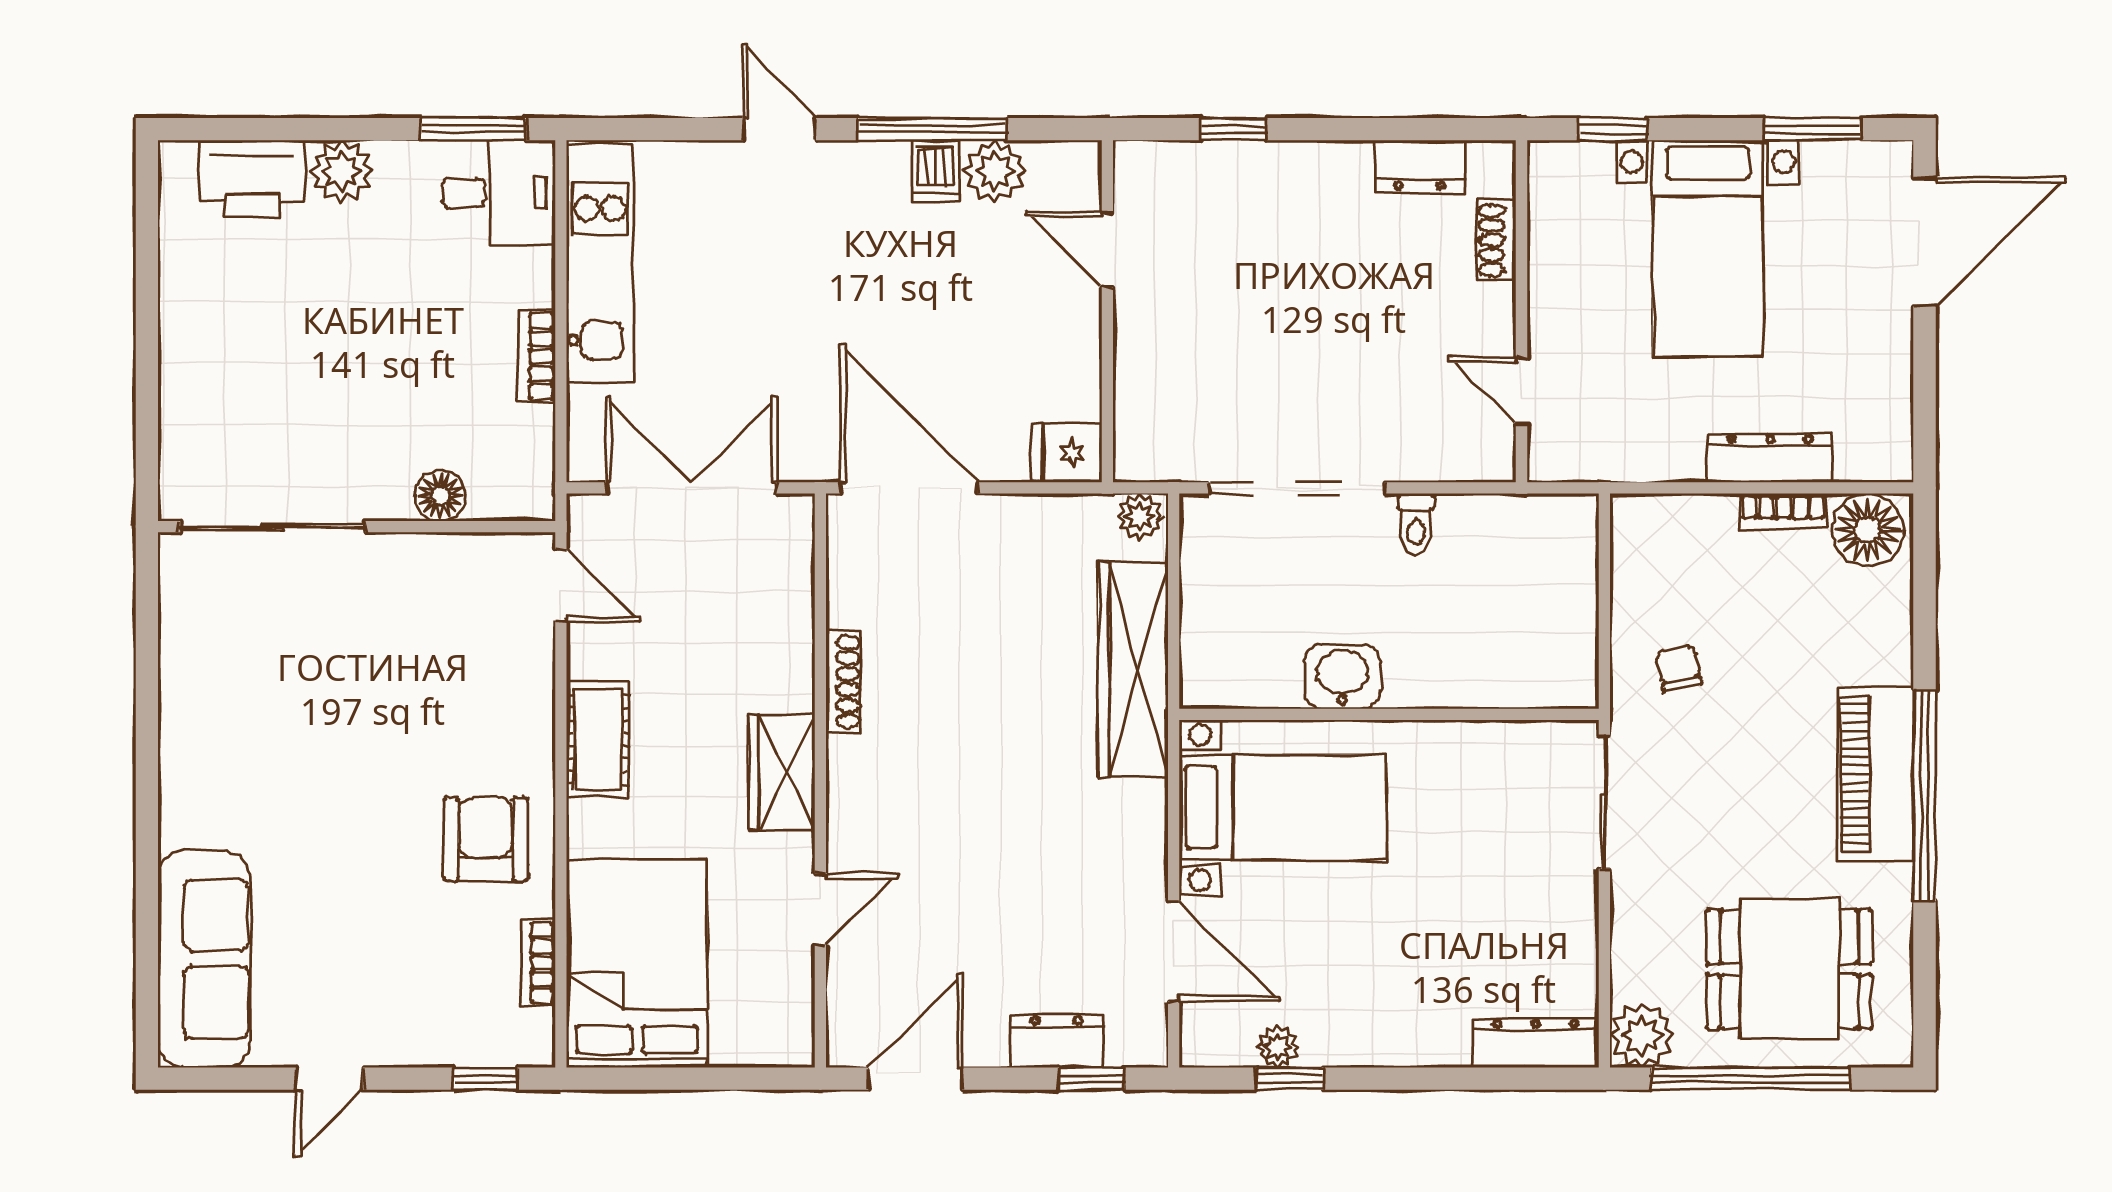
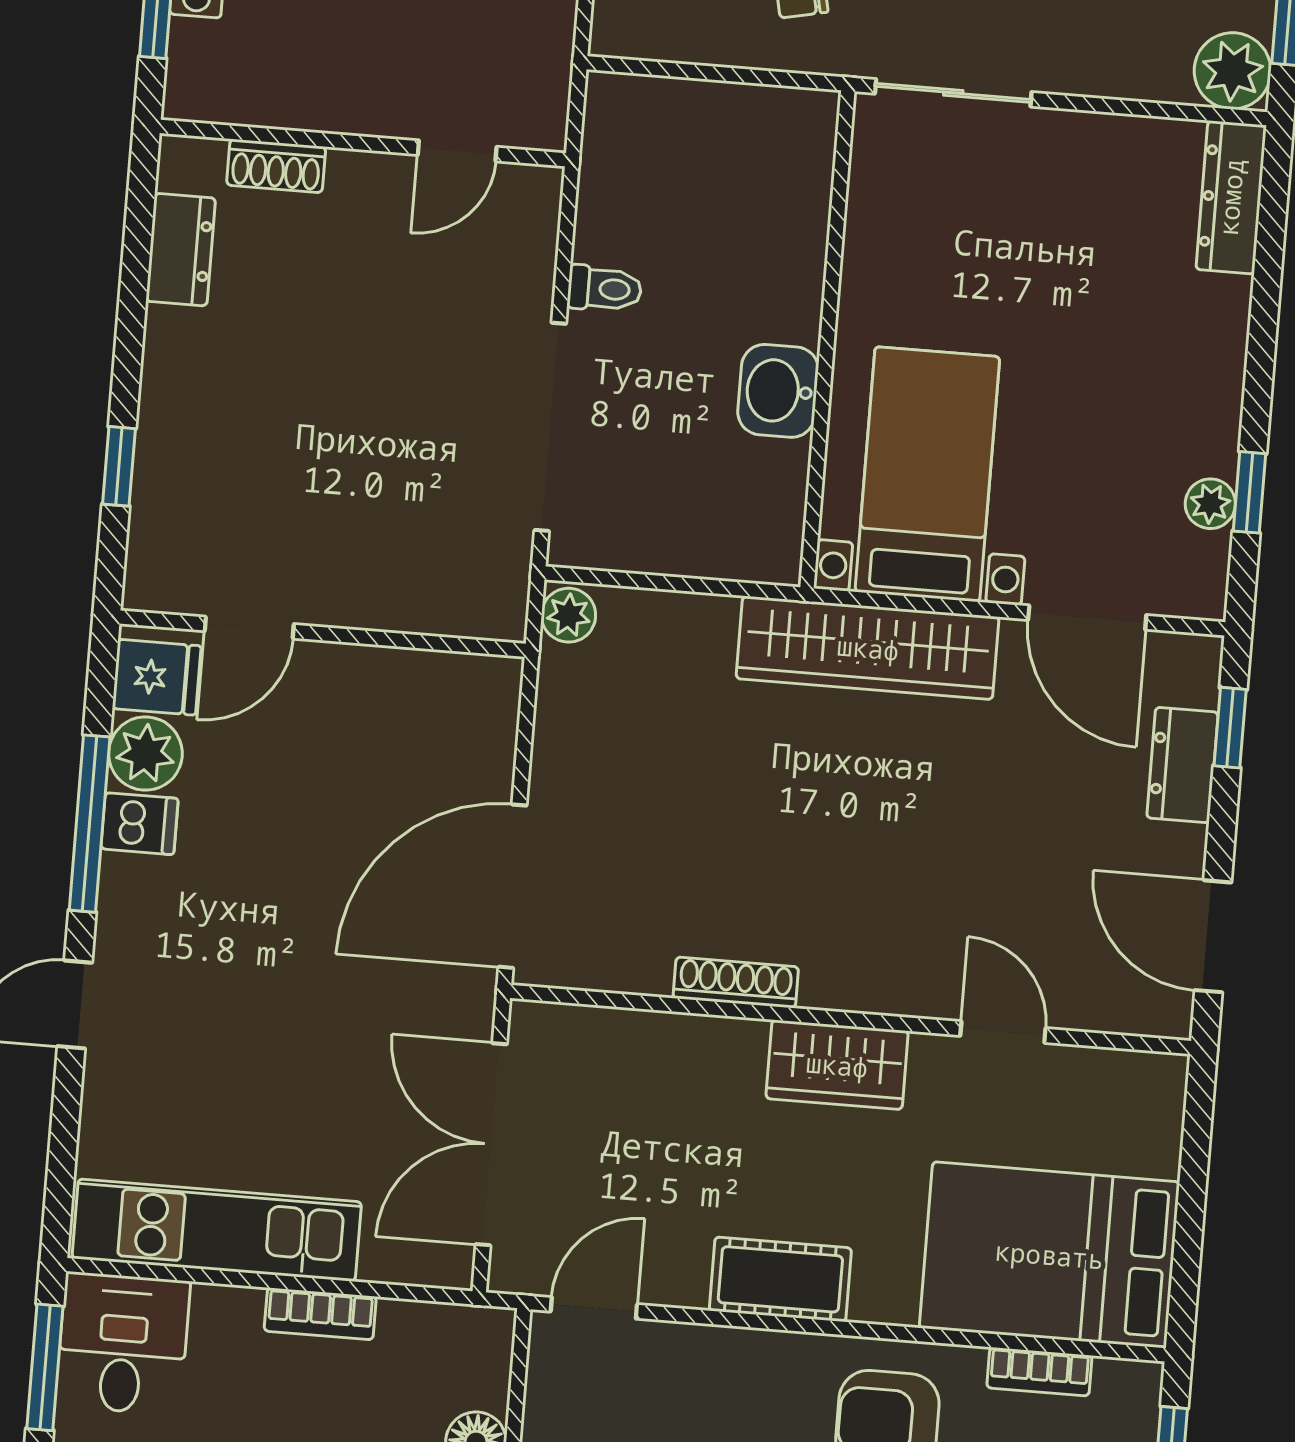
fridge: (1067, 453) -> (157, 677), moved, turned -90
wardrobe: (1133, 670) -> (868, 648), moved
door: (1174, 951) -> (1087, 617), swing flipped

